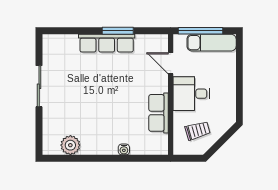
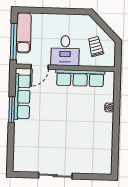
row of seats: (107, 43) -> (22, 97), moved
row of seats: (159, 113) -> (80, 78), width x1.48
plant: (70, 145) -> (105, 151), removed

